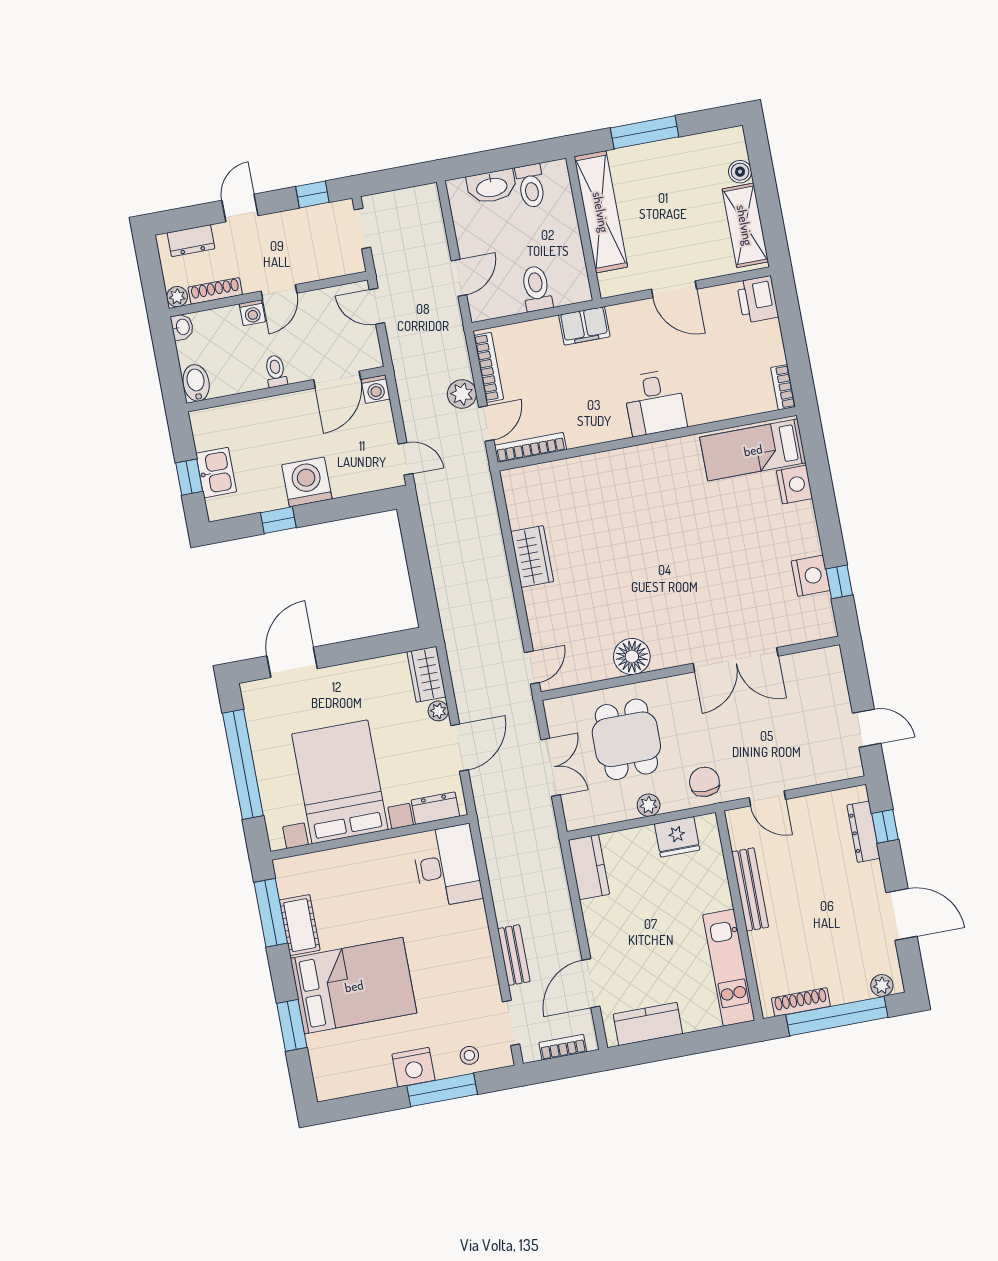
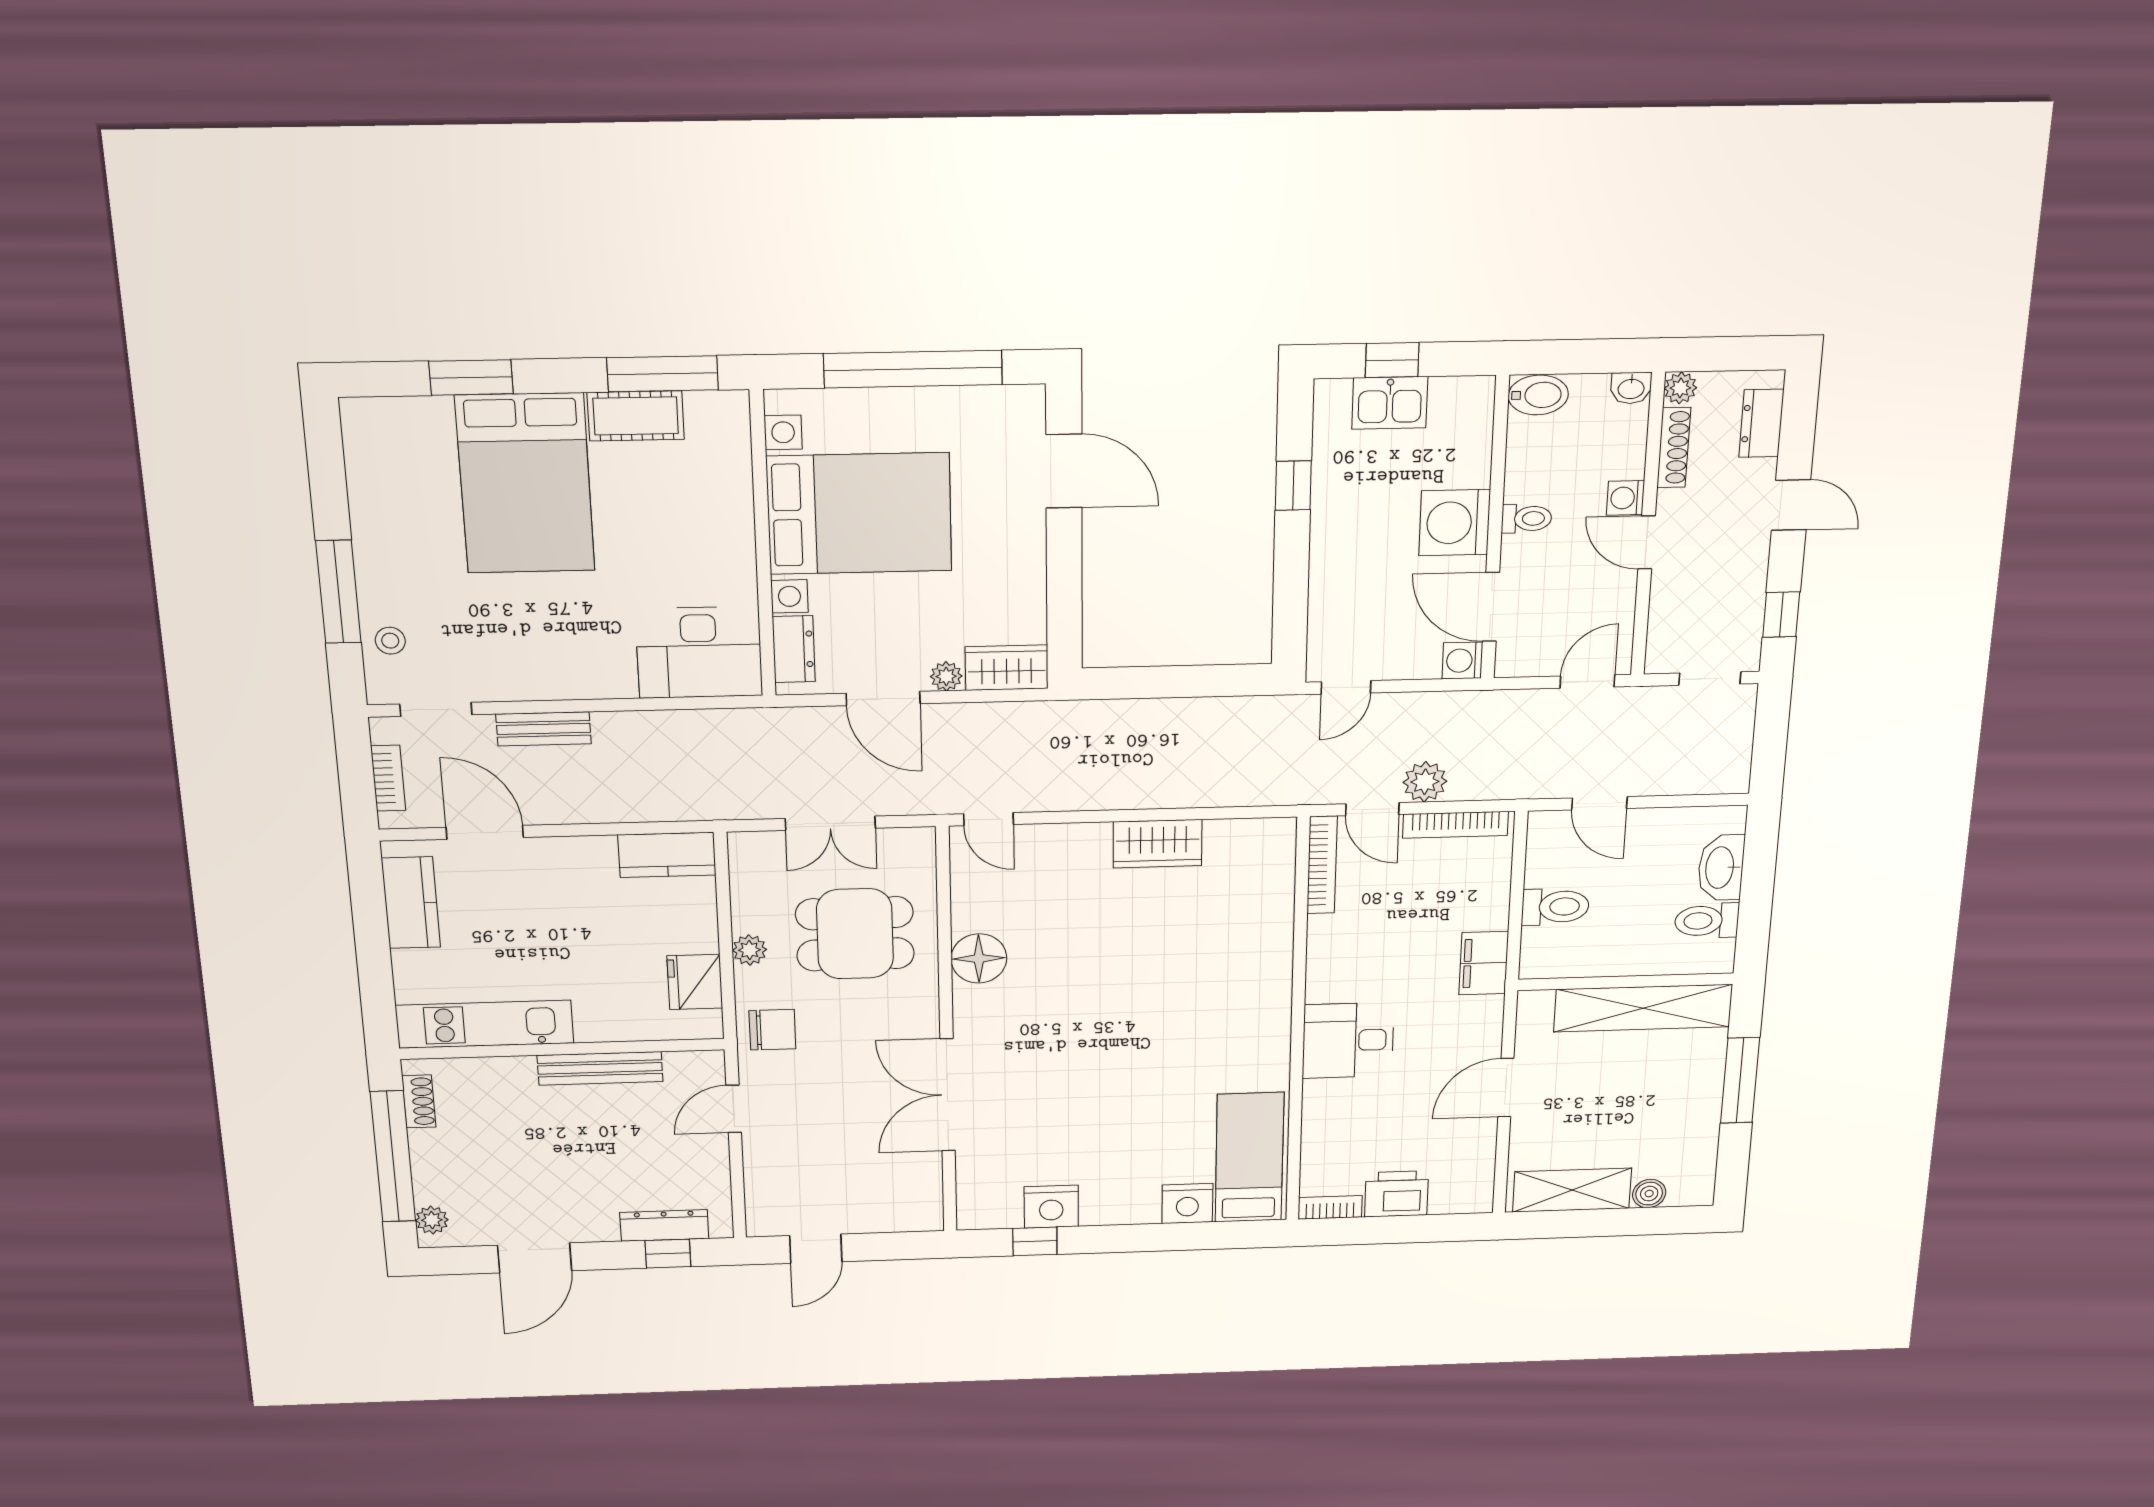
printer: (758, 299) -> (1397, 1194), moved
washing machine: (307, 482) -> (1455, 523), moved, turned 180
shoe rack: (801, 1002) -> (419, 1101), width x0.70
nightstand: (413, 1067) -> (380, 554), removed

